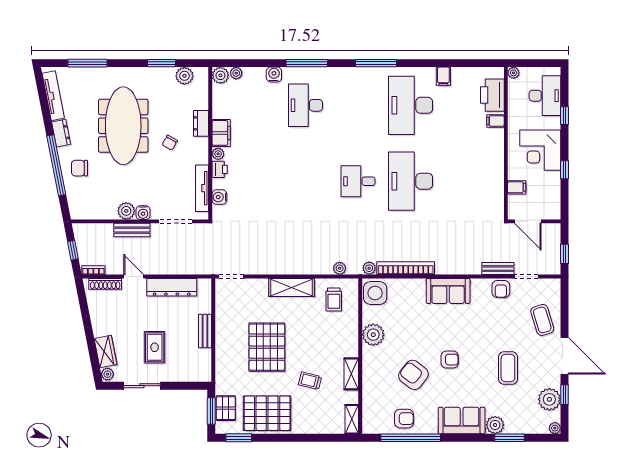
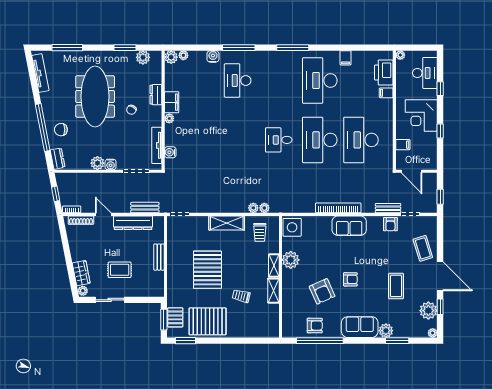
dresser: (61, 133) -> (58, 159), moved
printer: (220, 169) -> (170, 131), removed
desk: (463, 181) -> (361, 140), added
bench: (132, 230) -> (145, 208), moved
plant: (369, 268) -> (253, 208), moved
bookcase: (406, 268) -> (338, 208), moved
rug: (155, 347) -> (120, 270), turned 90
armchair: (413, 375) -> (322, 291), turned -152
shelving: (352, 419) -> (274, 266), moved

